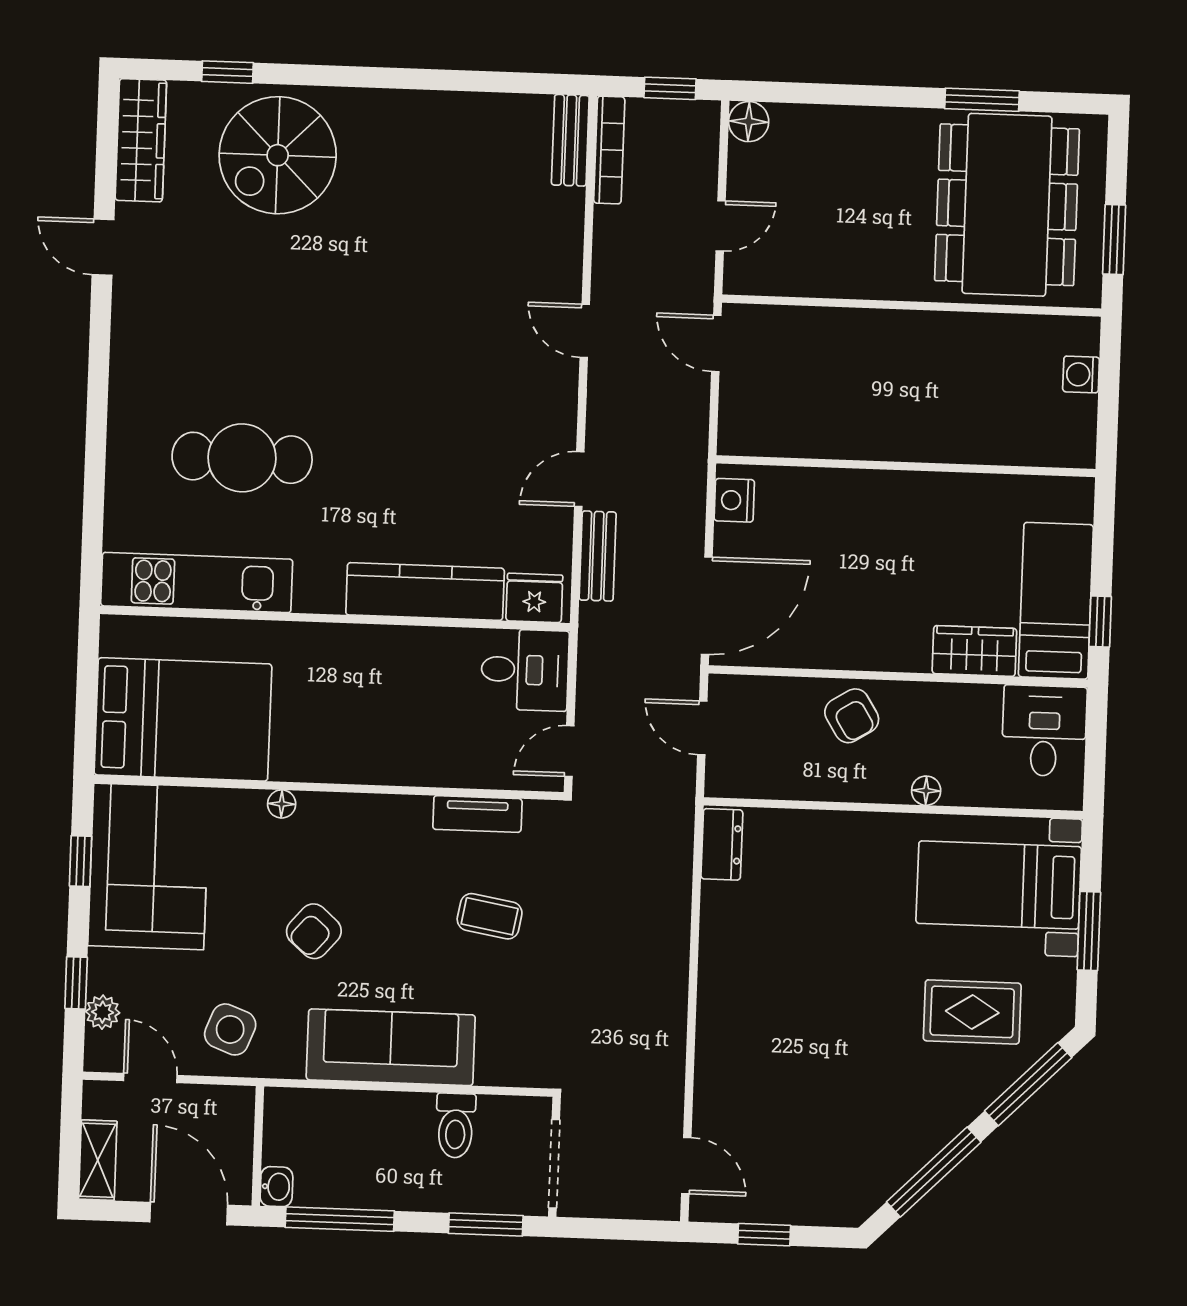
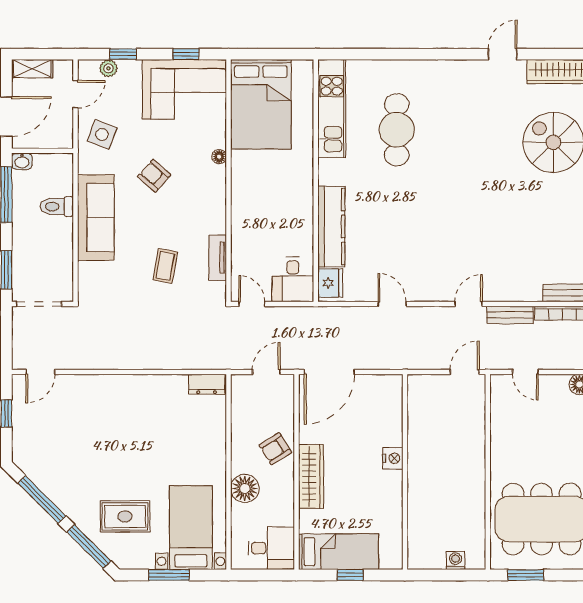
nightstand: (734, 500) -> (393, 458), moved, turned 90
bench: (598, 556) -> (510, 315), moved
door: (707, 606) -> (329, 372), hinge flipped
window: (1100, 621) -> (350, 575), moved
wardrobe: (974, 651) -> (311, 476), moved, width x1.50
floor lamp: (926, 791) -> (245, 488), width x1.89, depth x1.89
rug: (972, 1012) -> (125, 516), turned 90
toilet: (456, 1125) -> (57, 207), moved

